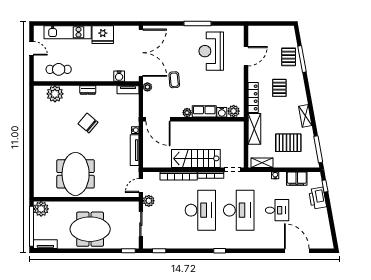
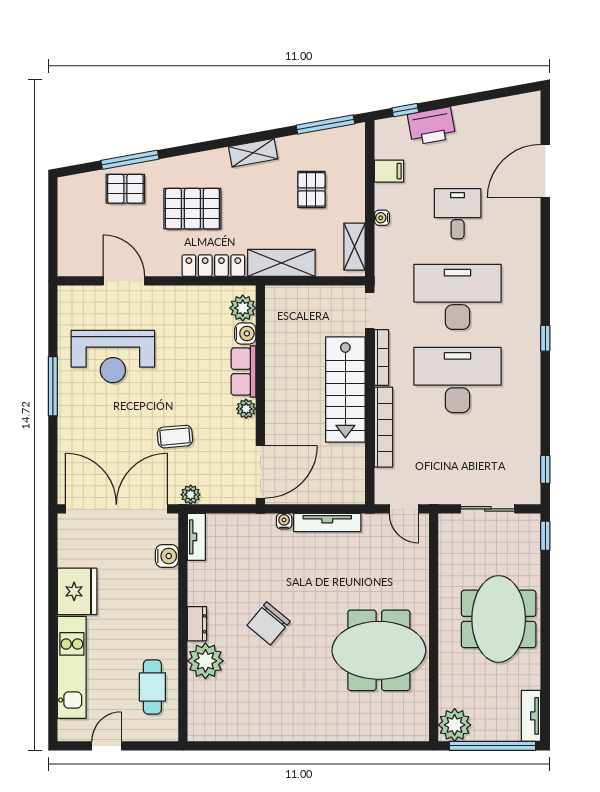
pallet: (279, 88) -> (192, 209), width x1.50, depth x1.42
plant: (55, 94) -> (205, 661), moved
pallet: (288, 143) -> (311, 189), width x0.67, depth x0.71
filing cabinet: (297, 179) -> (389, 171), width x0.50
plant: (149, 201) -> (437, 492), removed

